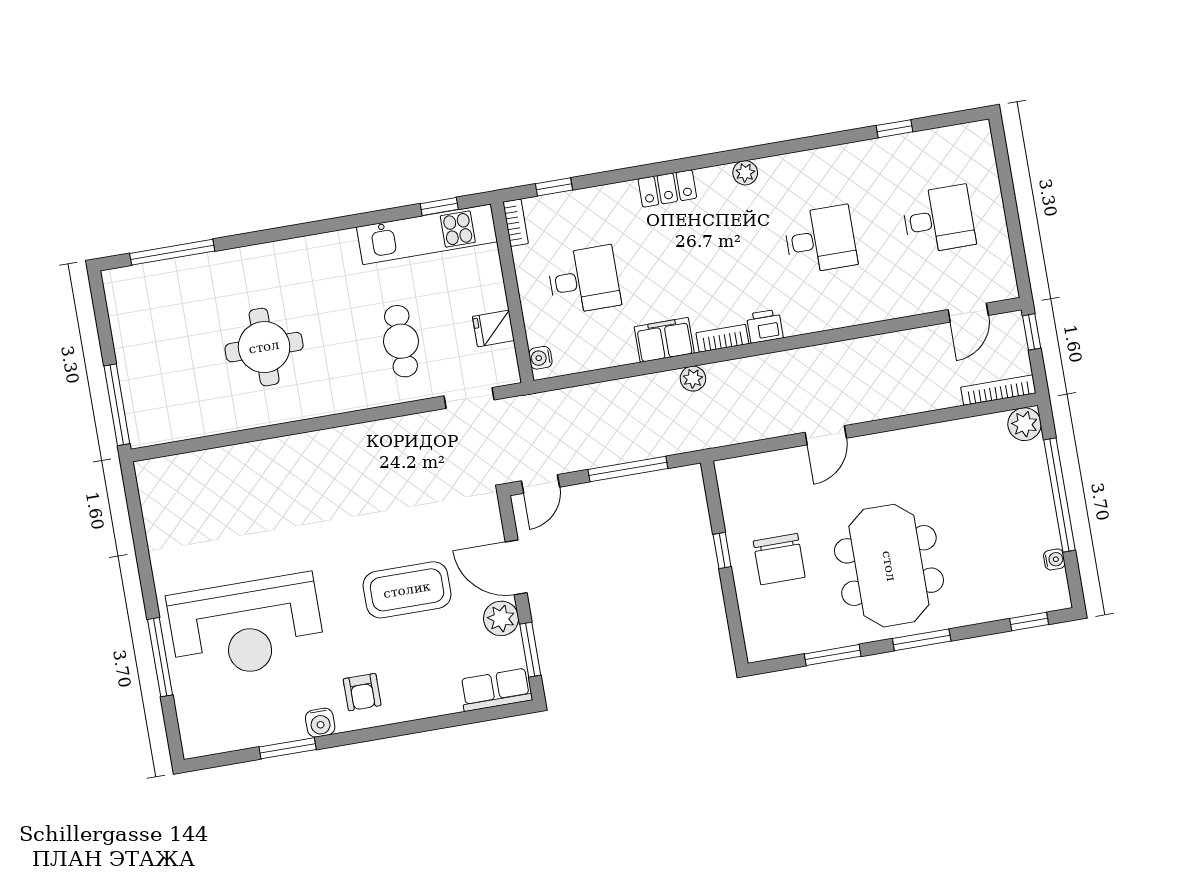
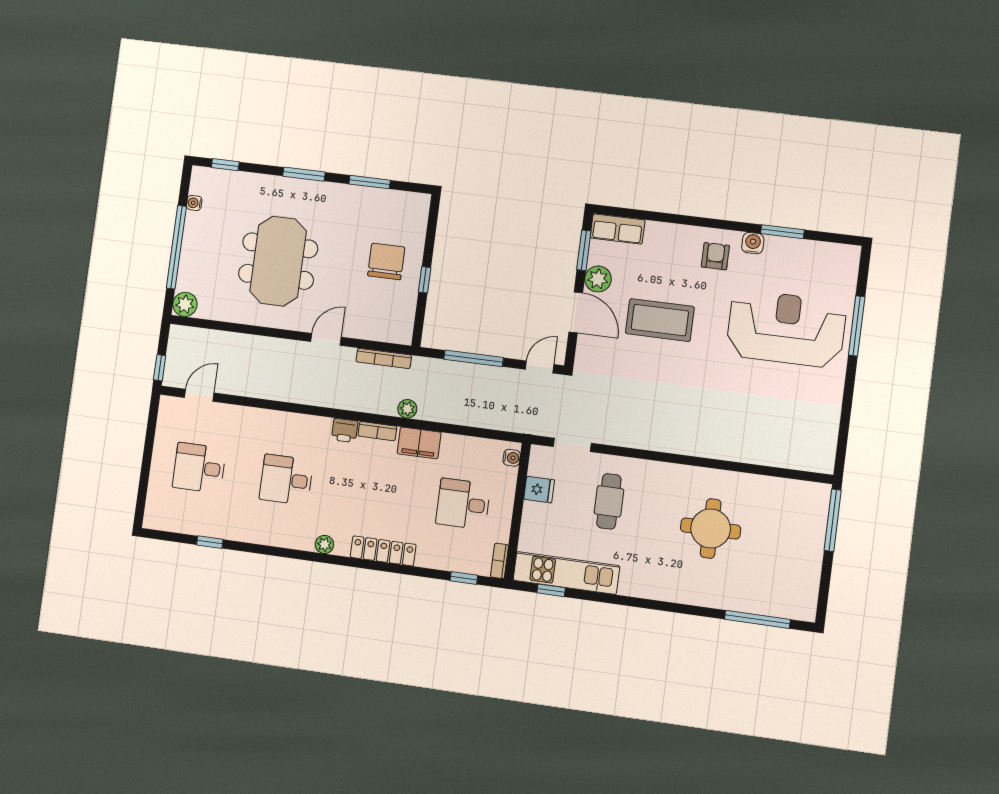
locker: (667, 188) -> (383, 551), width x1.53
bookcase: (998, 390) -> (384, 358), moved
meeting table: (889, 566) -> (278, 261), moved

